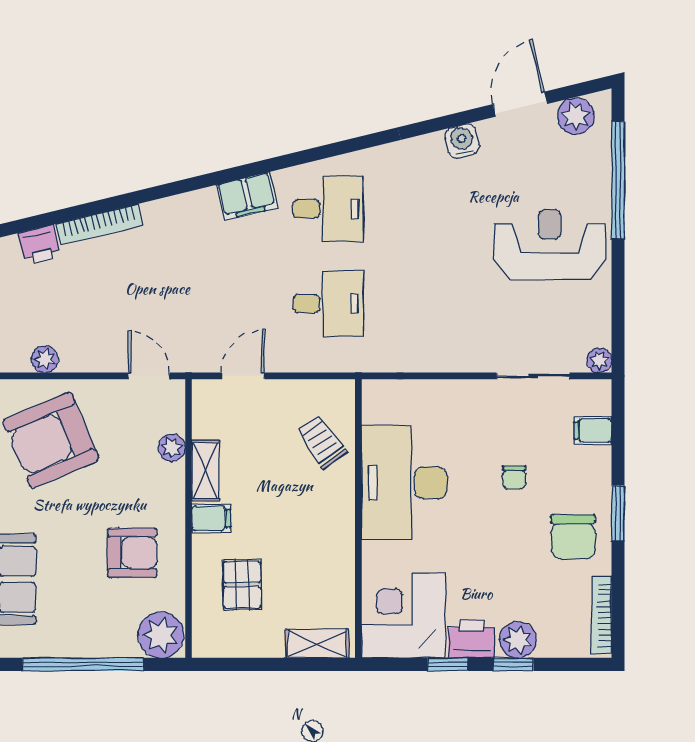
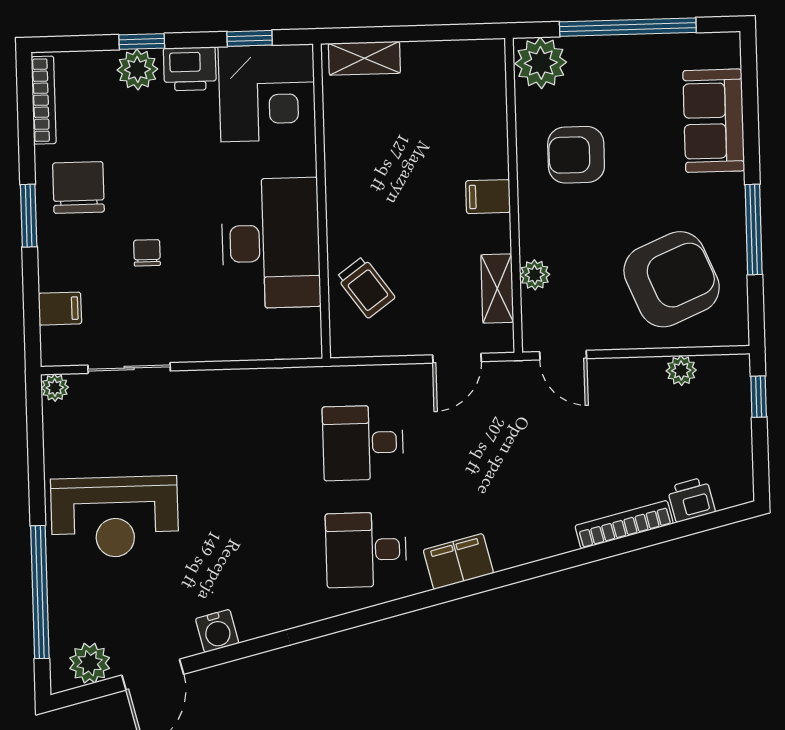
shelving: (205, 471) -> (497, 289), moved
pallet: (242, 585) -> (451, 122), removed
window: (448, 664) -> (250, 38), moved

